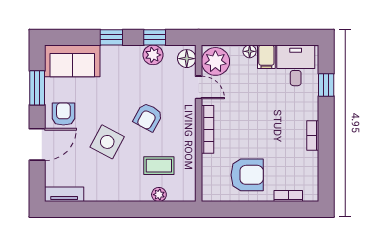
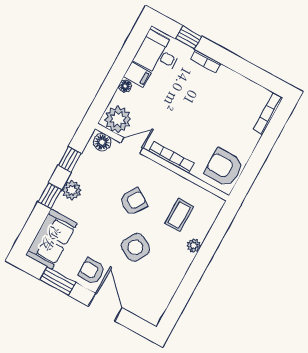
plant: (153, 55) -> (72, 190), moved
armchair: (148, 117) -> (133, 202), turned -85
bookcase: (313, 135) -> (206, 62), moved
armchair: (247, 175) -> (224, 167), moved, turned -90
tv unit: (64, 194) -> (160, 307), removed
plant: (159, 195) -> (194, 246), moved
bookcase: (288, 196) -> (268, 114), width x1.56

